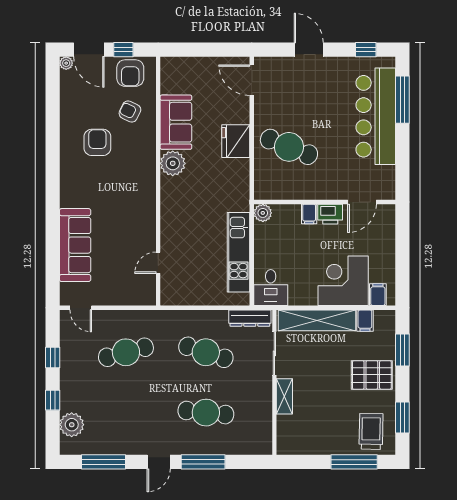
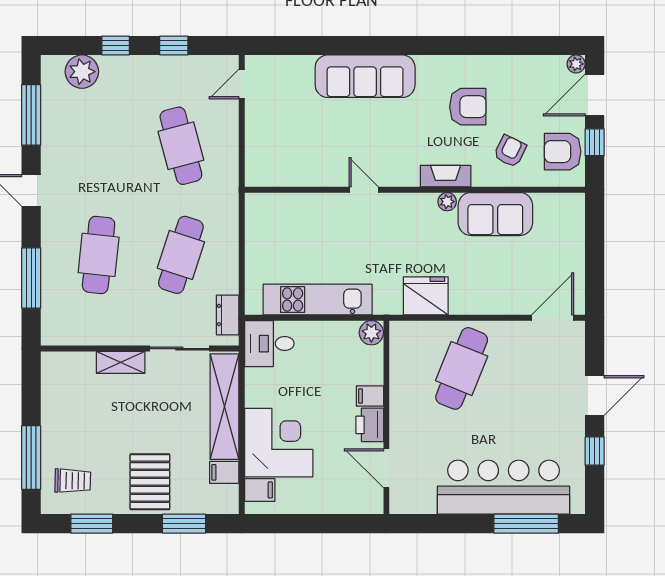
window: (366, 50) -> (595, 451), moved
fridge: (236, 141) -> (426, 296), moved
fireplace: (148, 159) -> (446, 176), added
plant: (173, 163) -> (447, 202), width x0.53, depth x0.53
sofa: (75, 245) -> (365, 76), moved
door: (158, 263) -> (364, 190), moved
dresser: (250, 318) -> (228, 315), width x0.70
trolley: (371, 431) -> (73, 481), width x0.73, depth x0.72
window: (203, 462) -> (31, 278), moved

